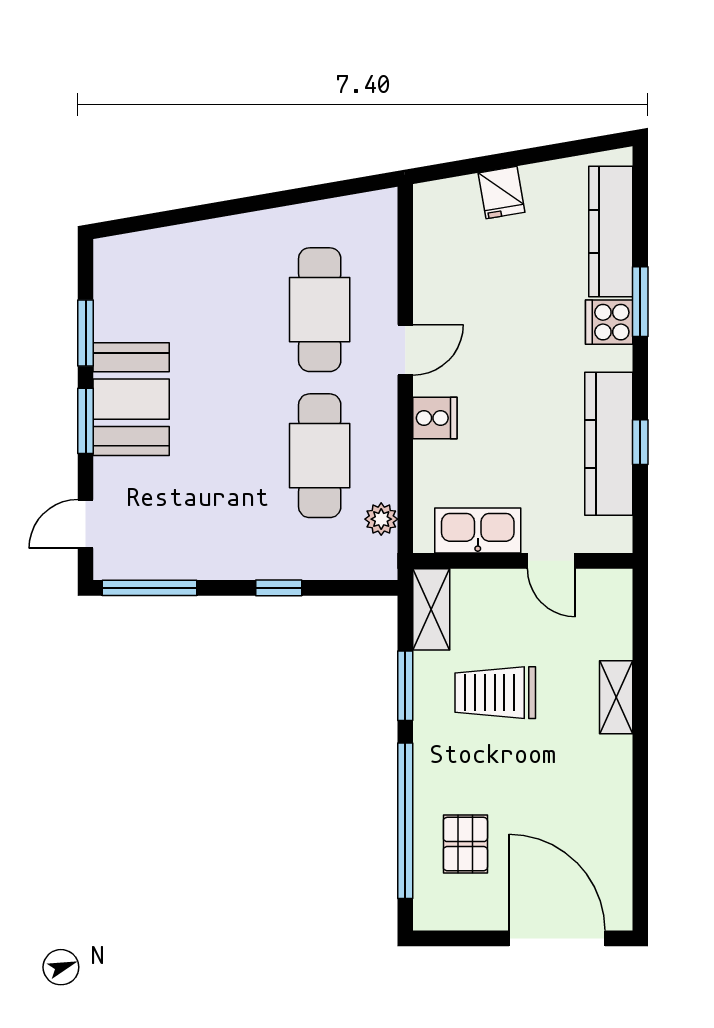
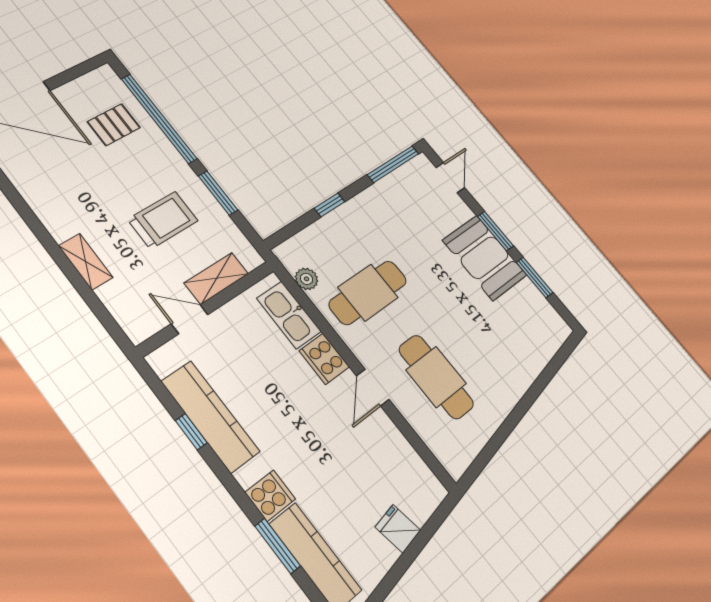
window: (640, 302) -> (278, 546), moved
cooker: (435, 418) -> (324, 359), width x1.36
cafe table: (320, 456) -> (368, 292), turned 90
kitchen sink: (478, 531) -> (289, 315), moved, turned 90
shelving: (431, 609) -> (216, 278), moved, turned 90
pallet: (465, 844) -> (114, 125), turned 90

